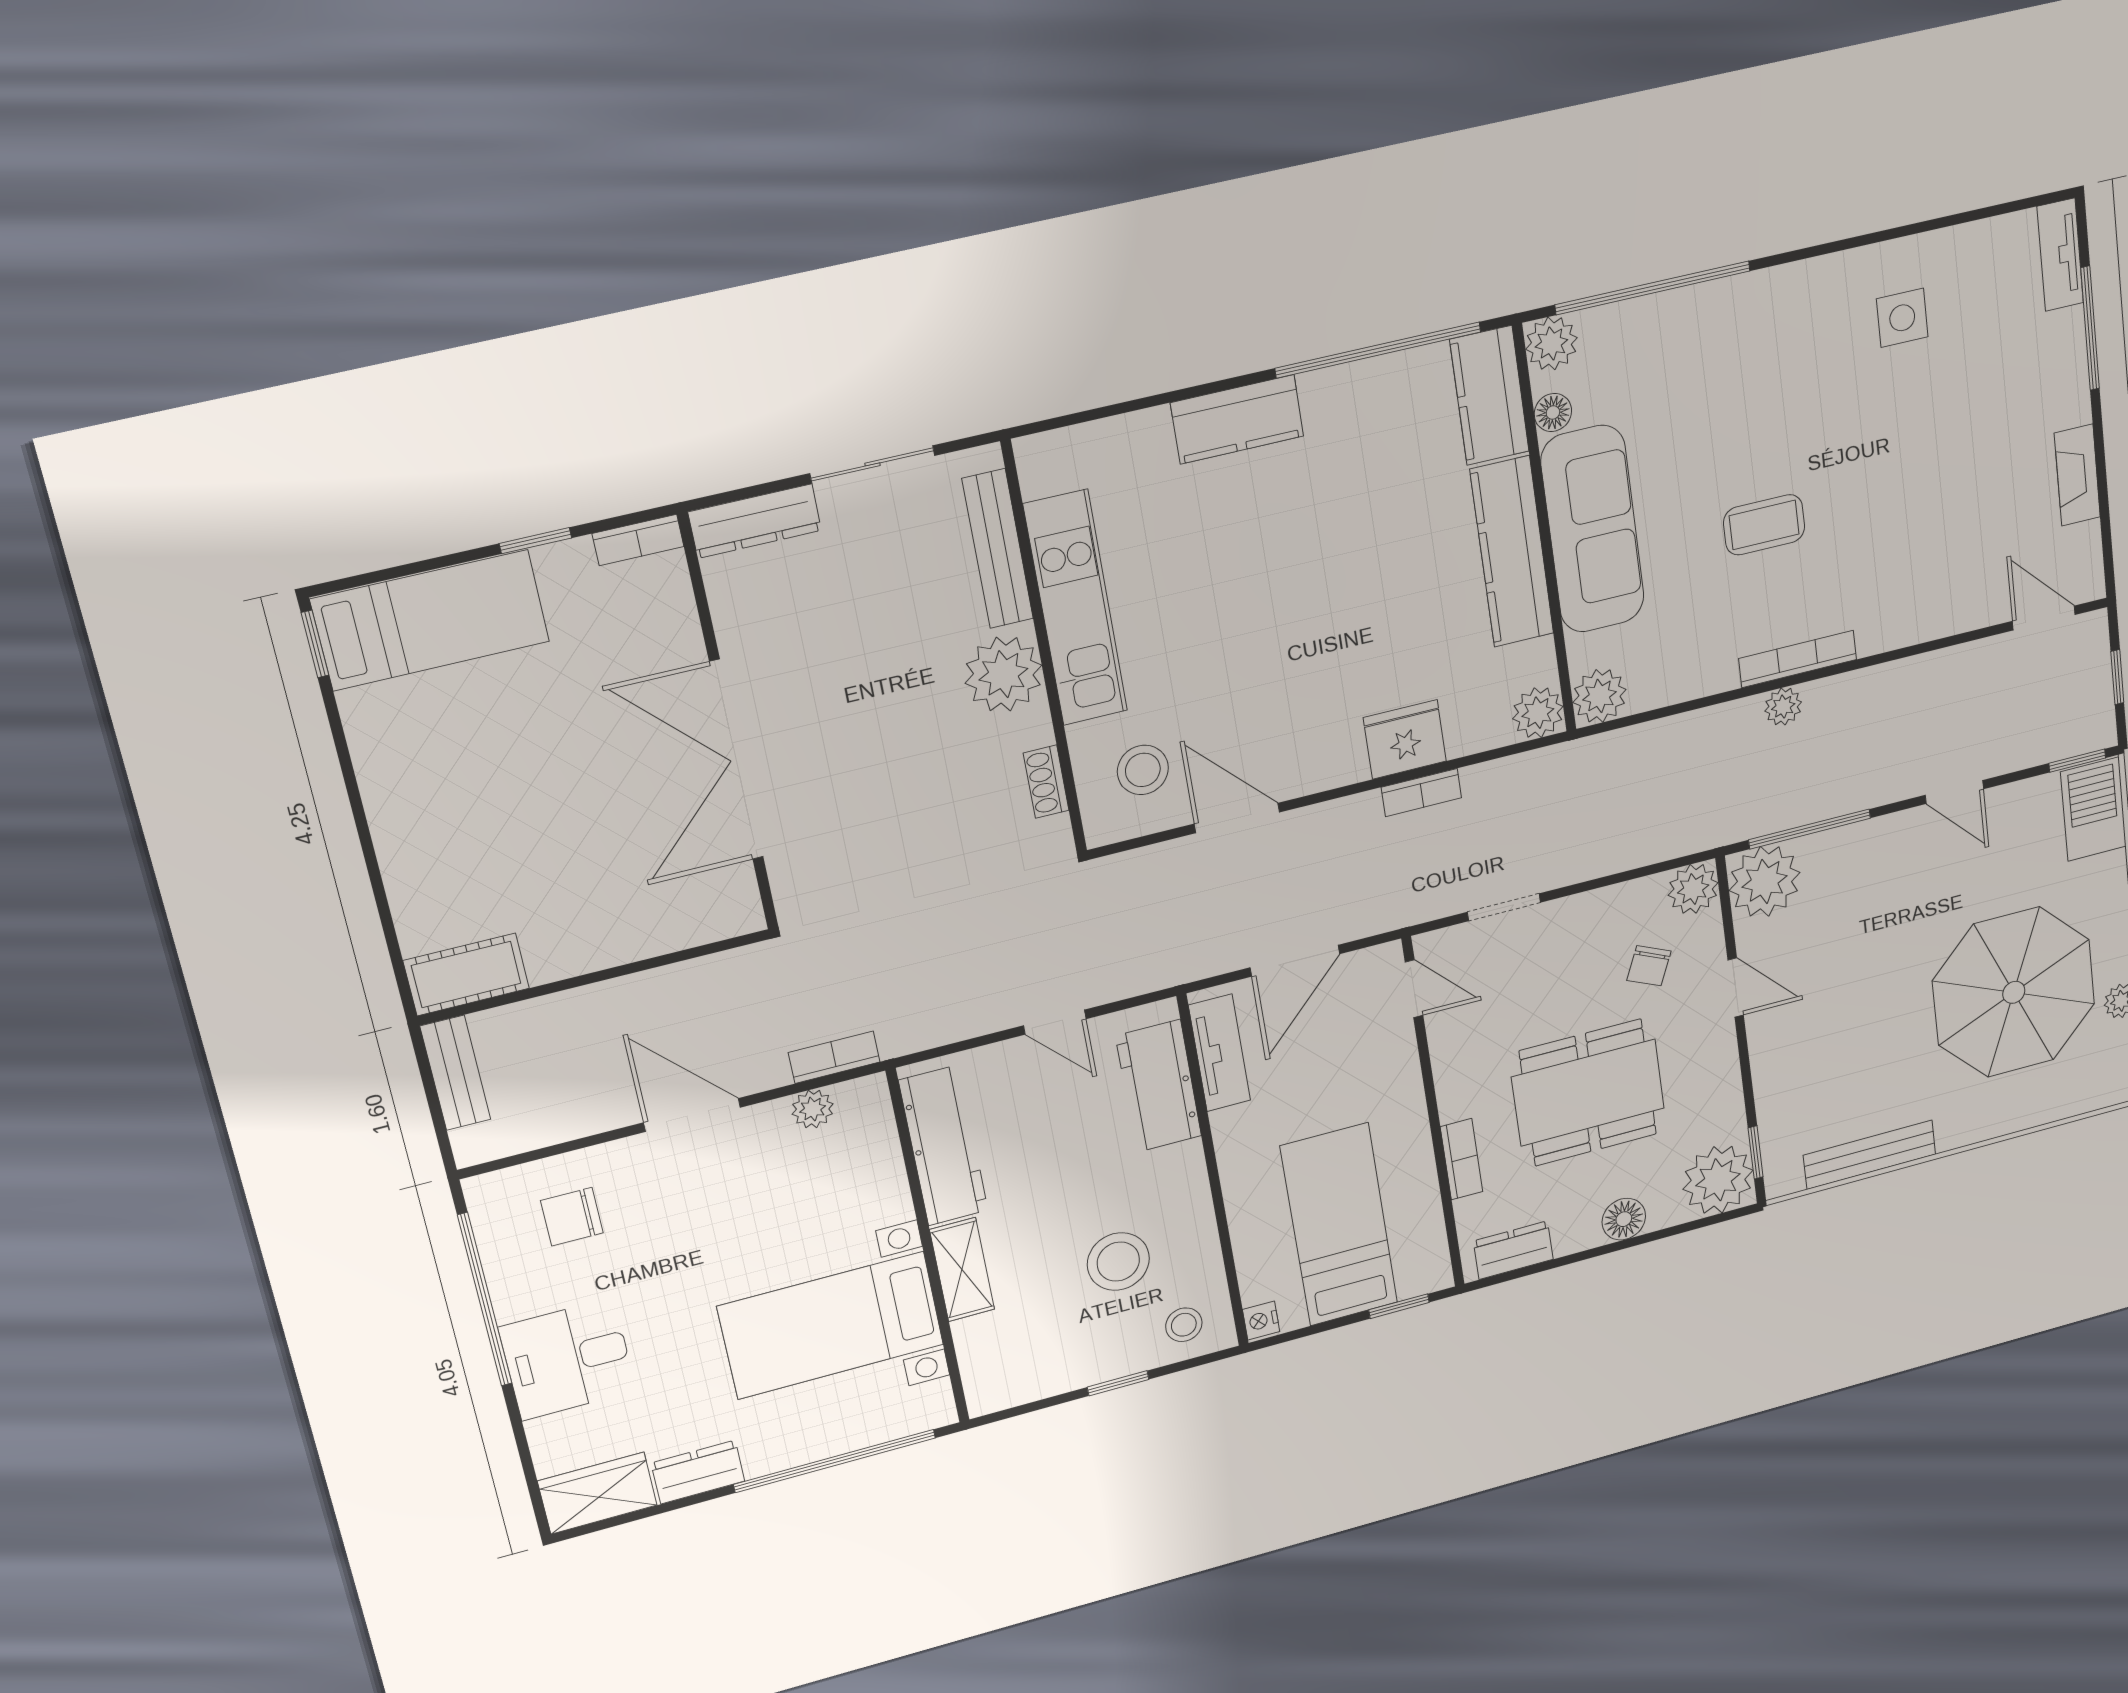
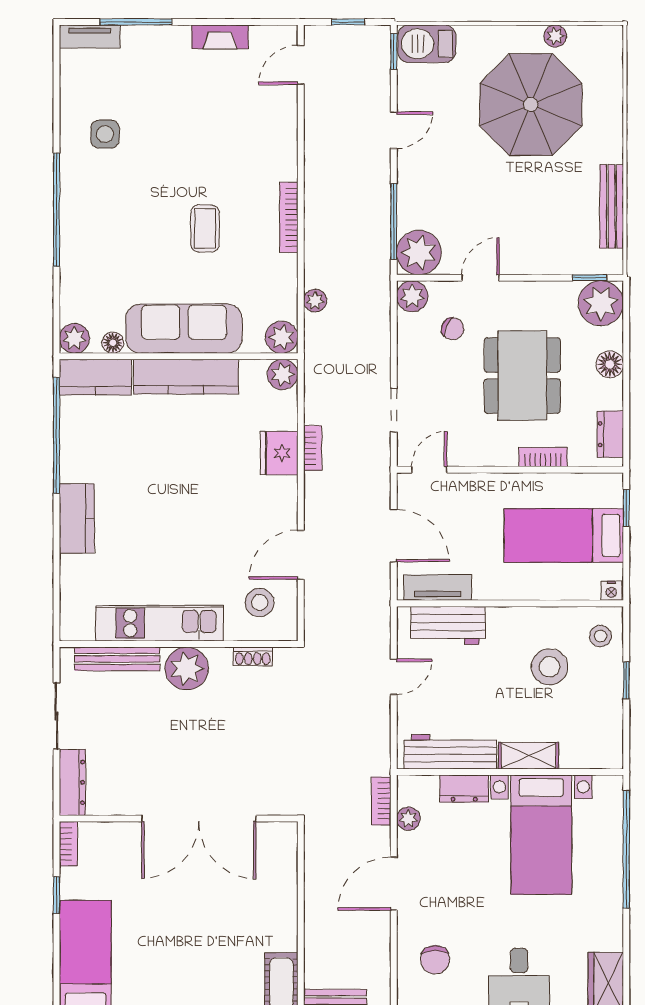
window: (1653, 288) -> (56, 210), moved
plant: (1783, 707) -> (315, 301), moved
dresser: (698, 1472) -> (464, 789), moved, turned -90

